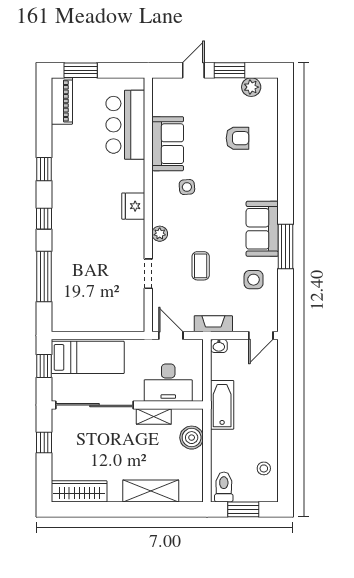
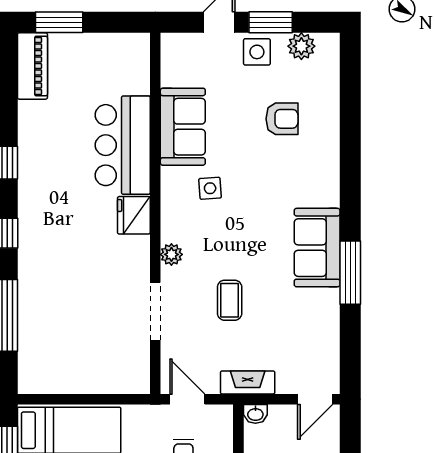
bar counter: (125, 125) -> (123, 145), moved
doorway: (148, 274) -> (155, 311), width x1.38
side table: (254, 280) -> (257, 52), moved

